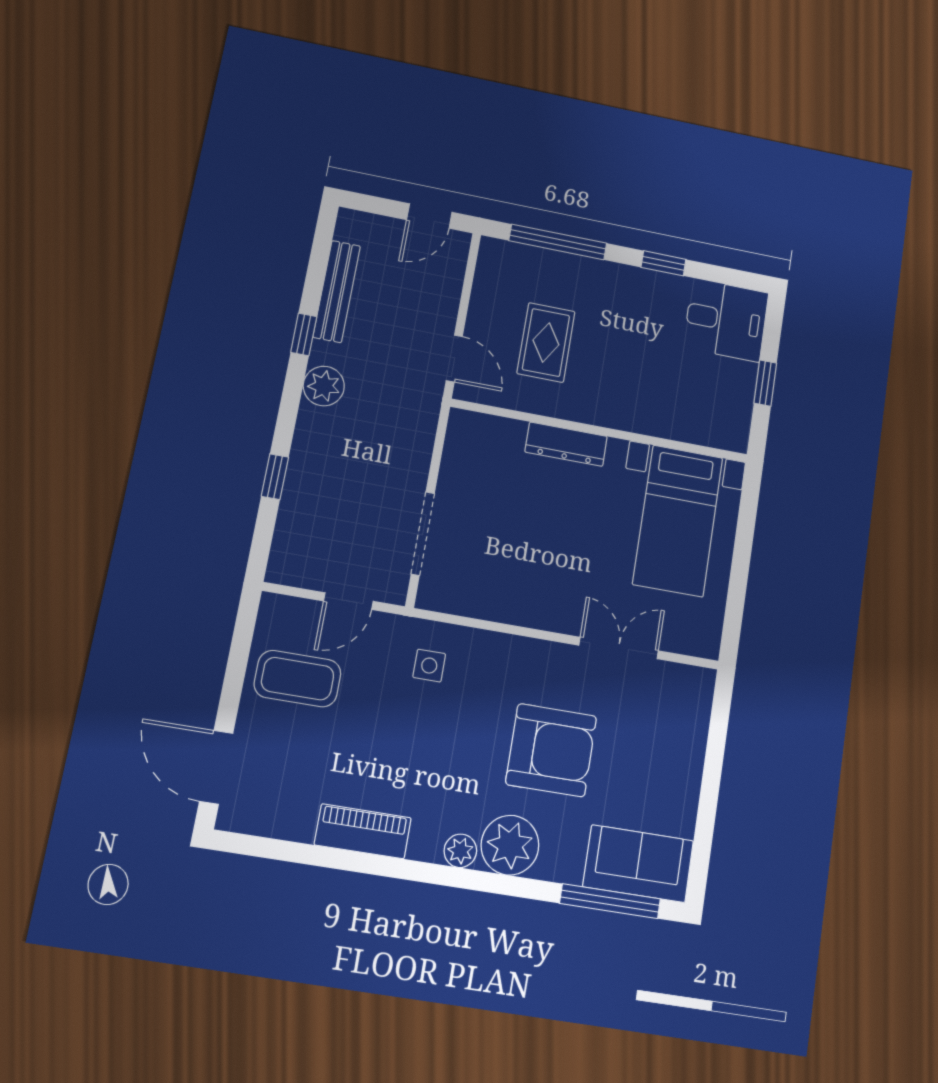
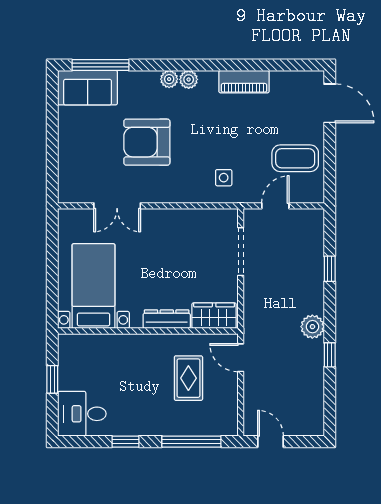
door: (429, 216) -> (271, 442), hinge flipped
bench: (337, 291) -> (316, 384), removed
wardrobe: (486, 435) -> (214, 316), added
plant: (510, 845) -> (169, 79), width x0.53, depth x0.53

